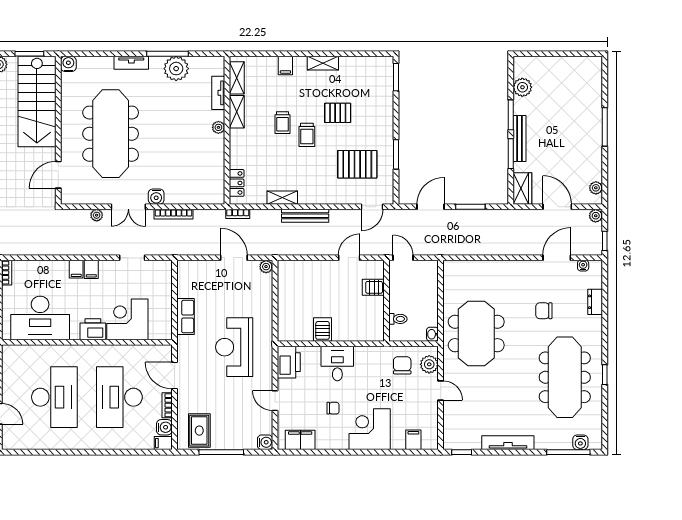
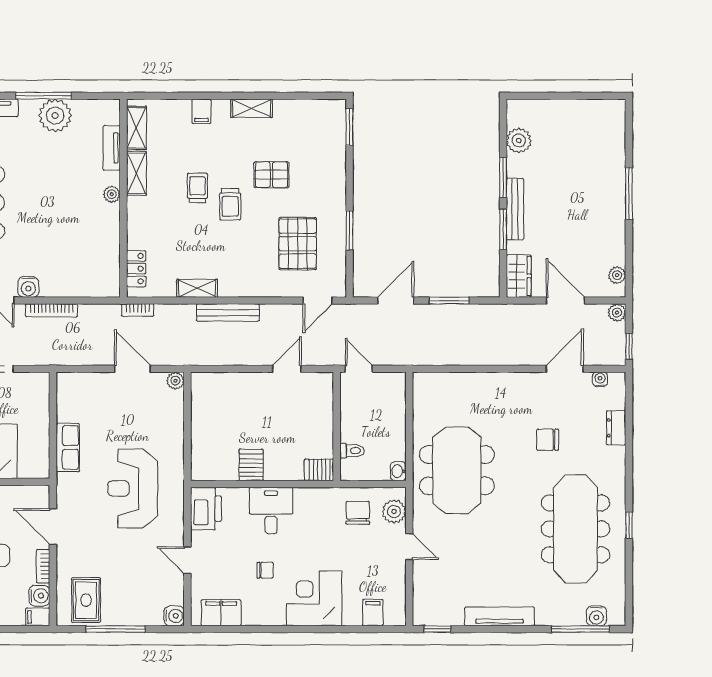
trolley: (282, 123) -> (197, 188), turned 180
pallet: (357, 164) -> (298, 244), turned 90
server rack: (373, 287) -> (319, 470), moved

